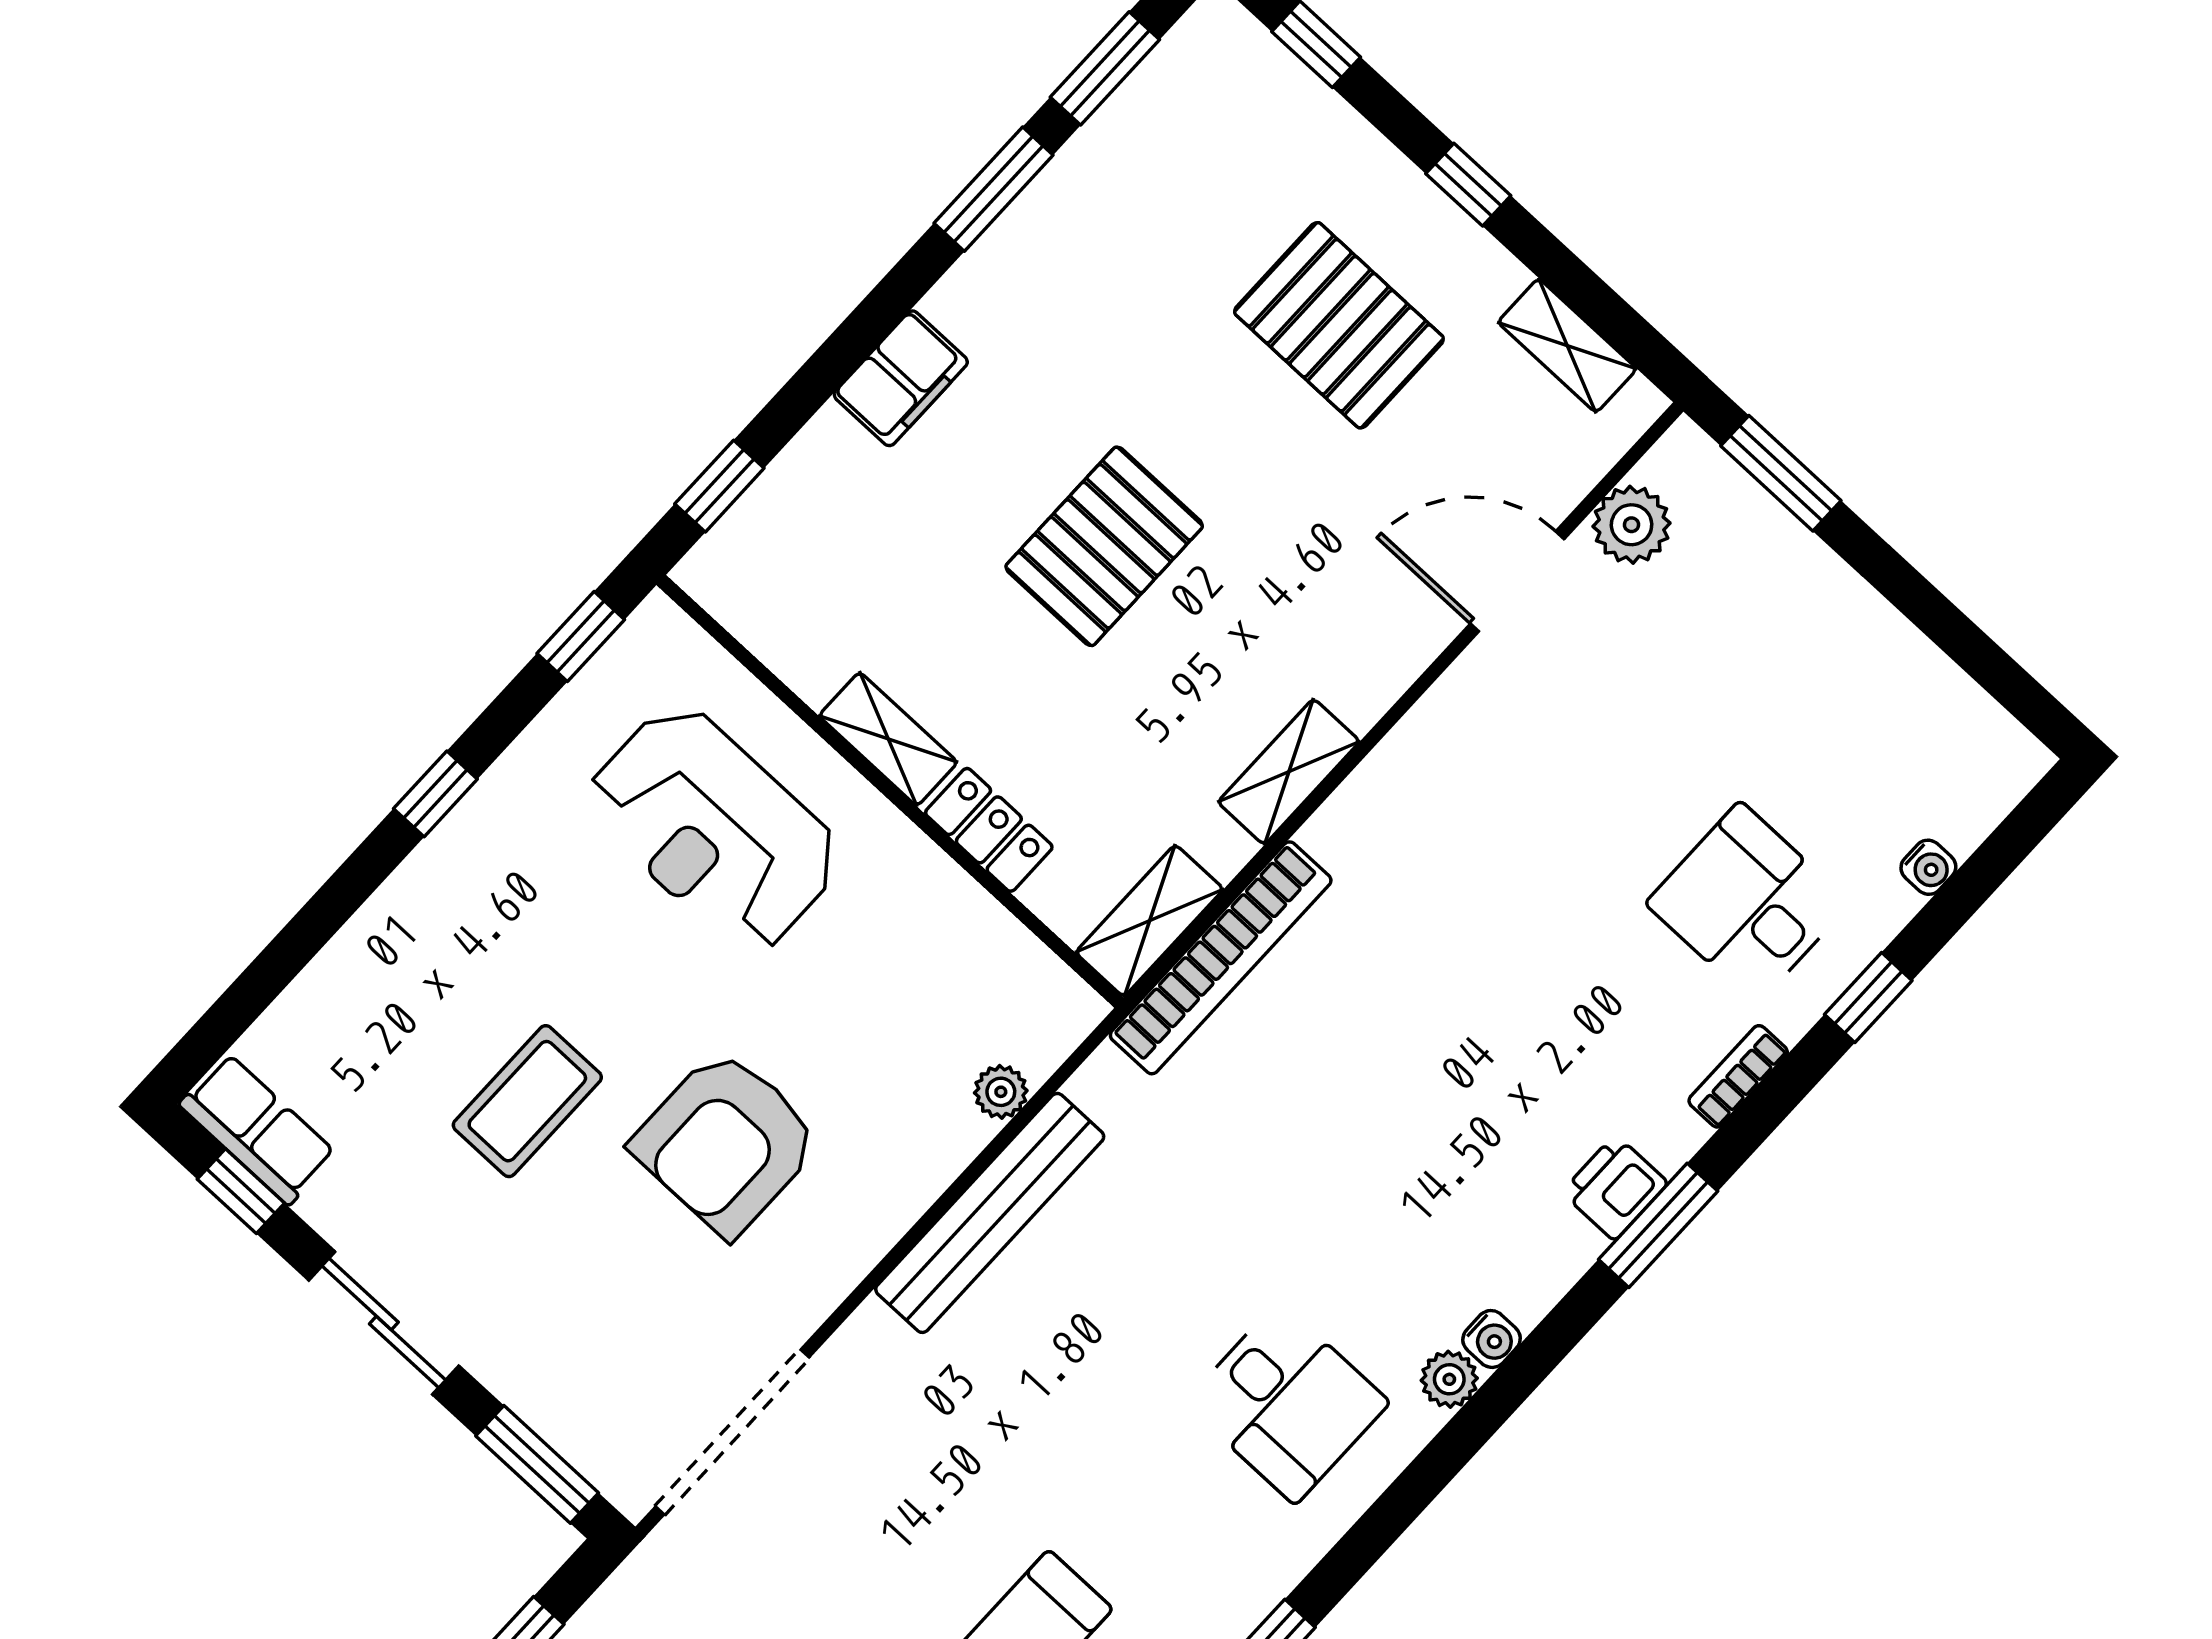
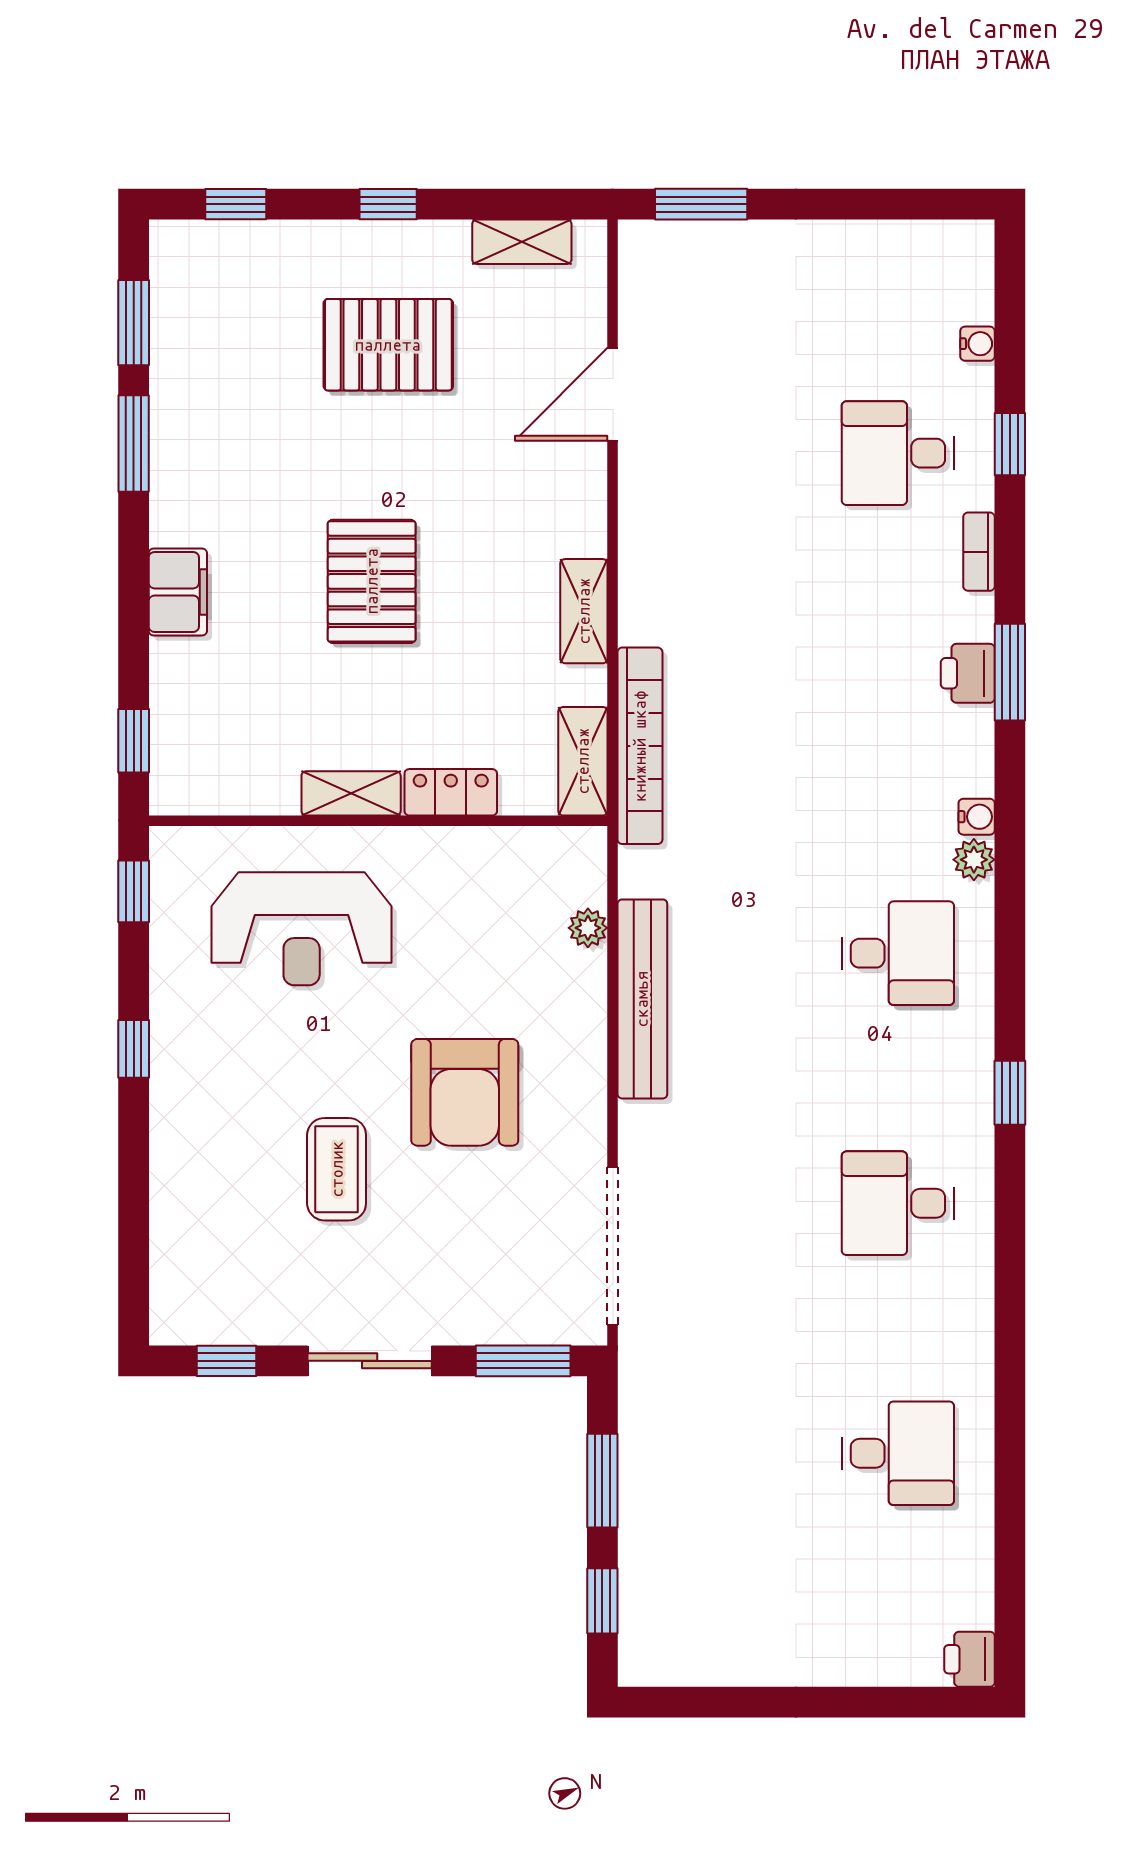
plant: (1632, 525) -> (646, 307), removed
row of seats: (258, 1129) -> (205, 1319), removed

